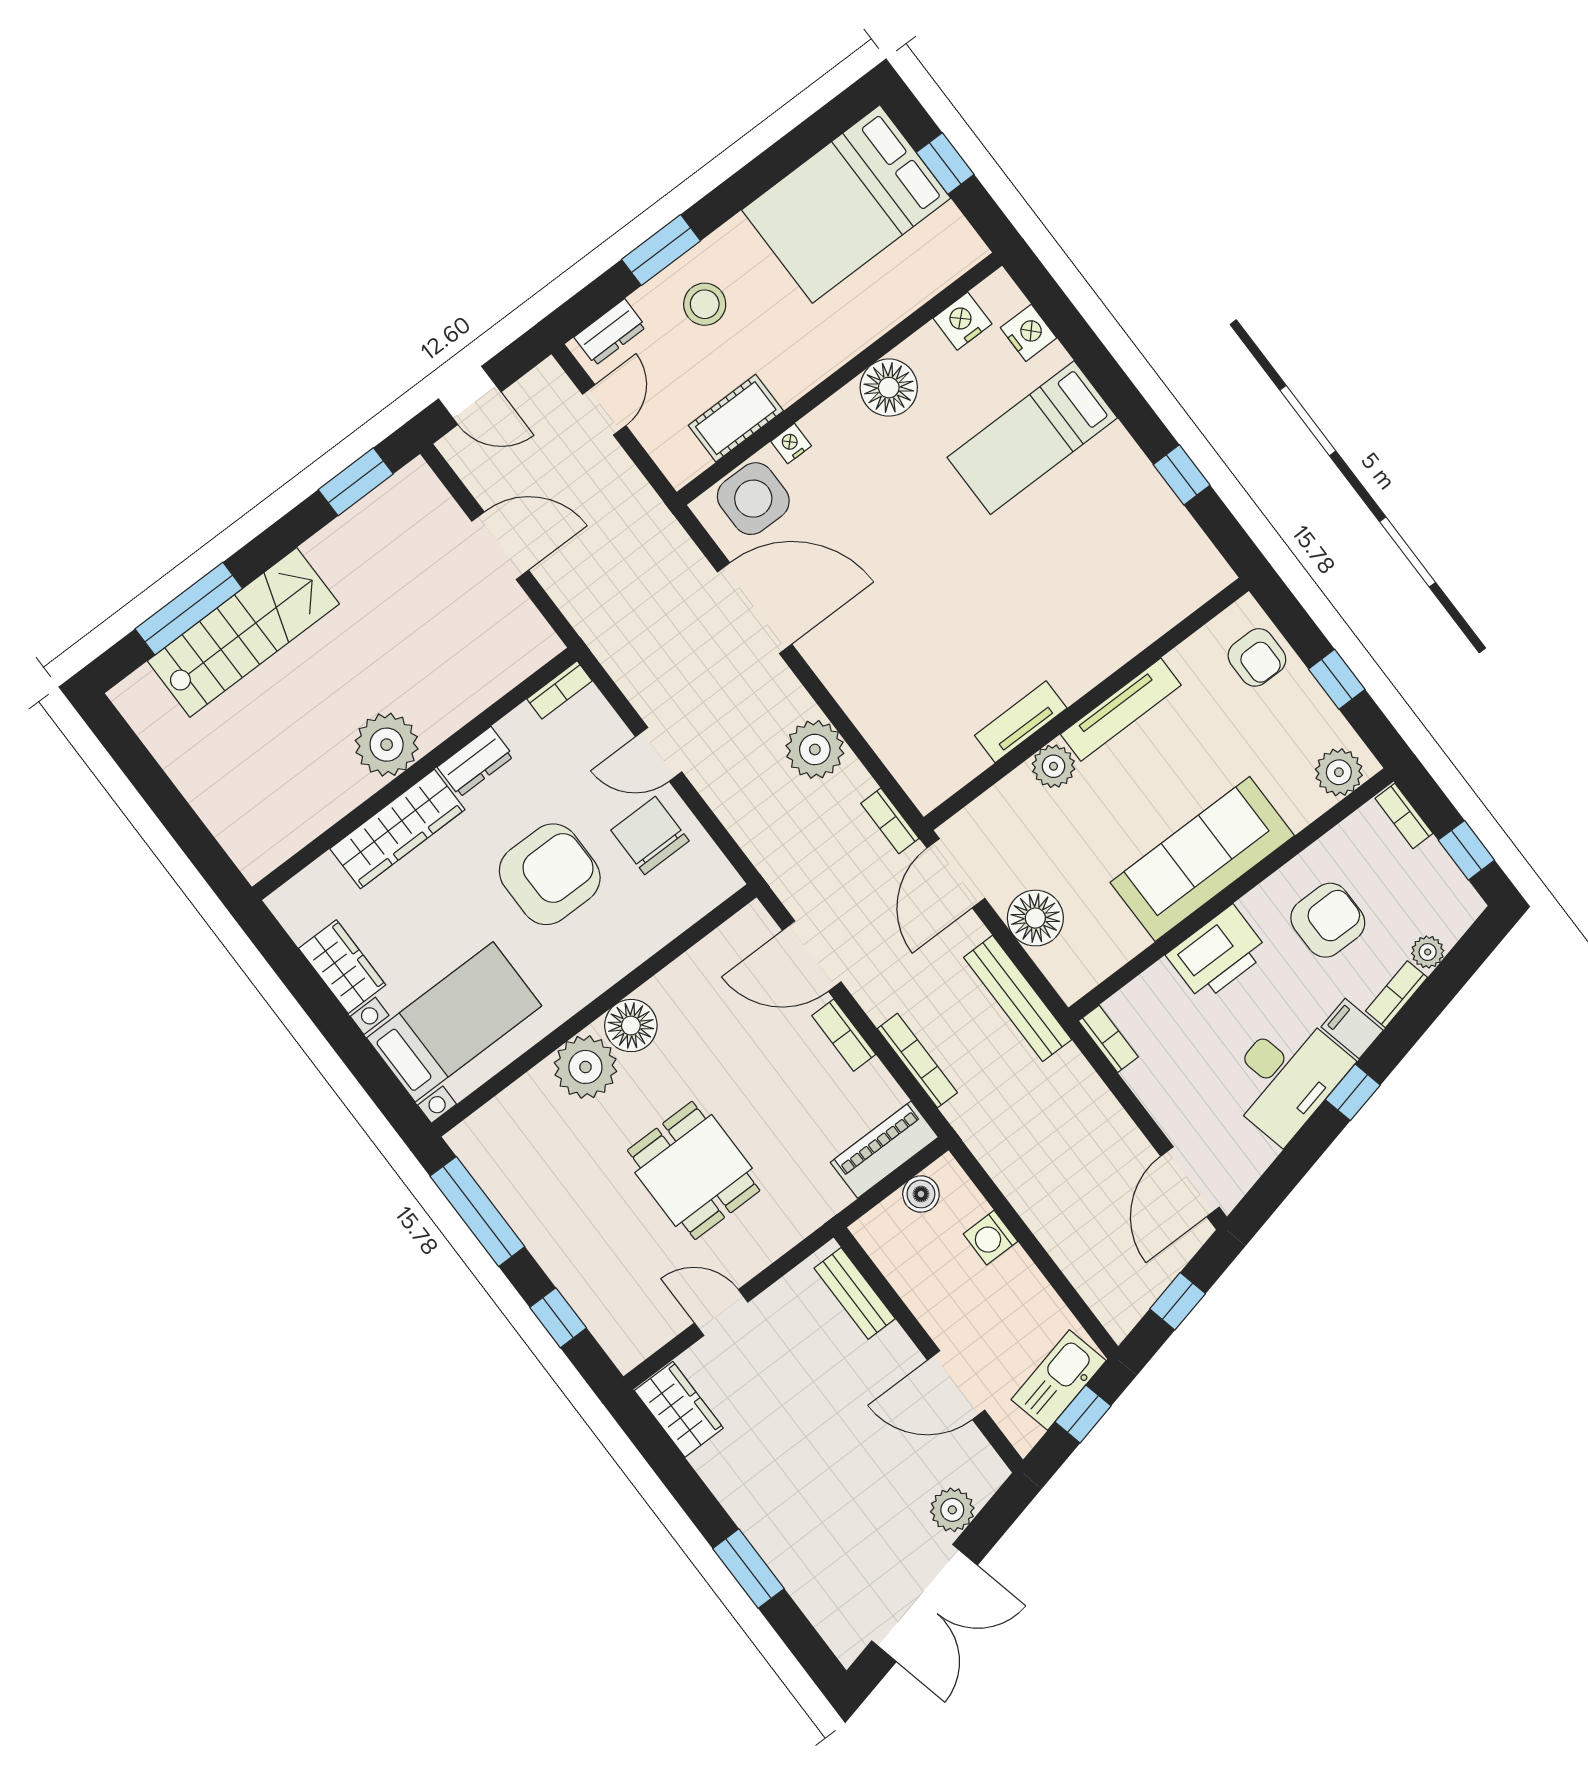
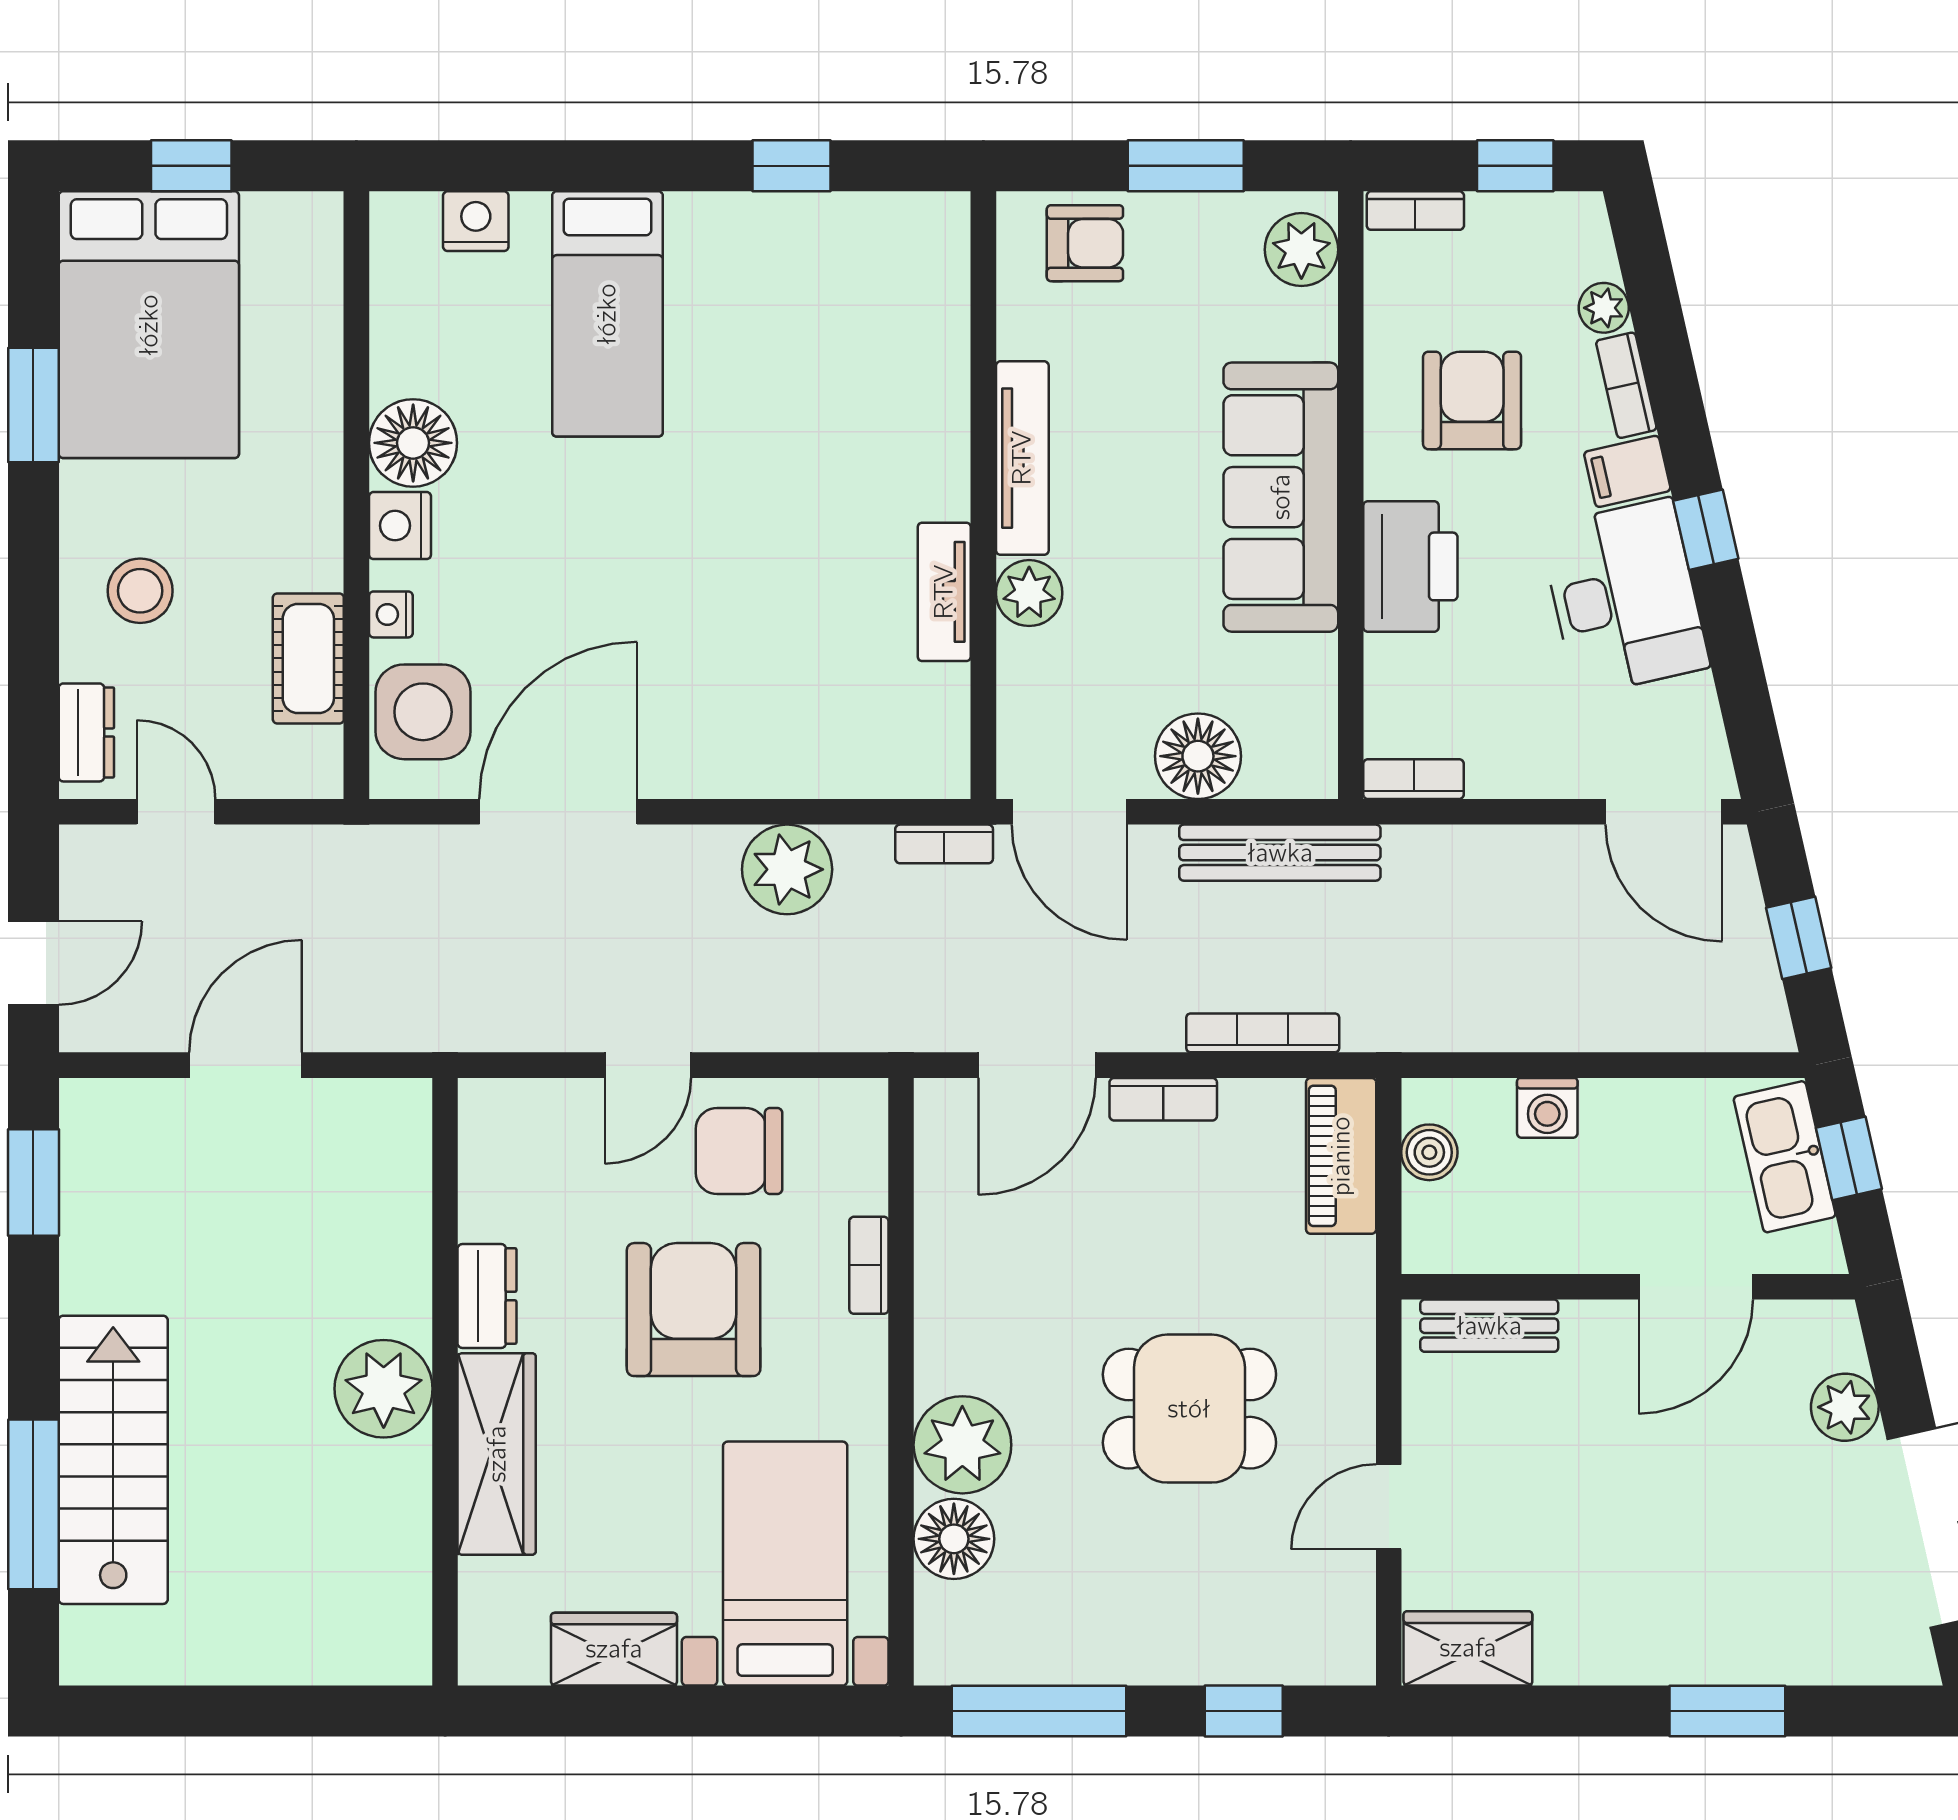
window: (661, 250) -> (33, 405), moved
nightstand: (962, 321) -> (400, 526), moved
window: (1337, 679) -> (1186, 166), width x1.50
bookcase: (560, 690) -> (869, 1265), moved, turned 180
floor lamp: (631, 1026) -> (954, 1539), moved

